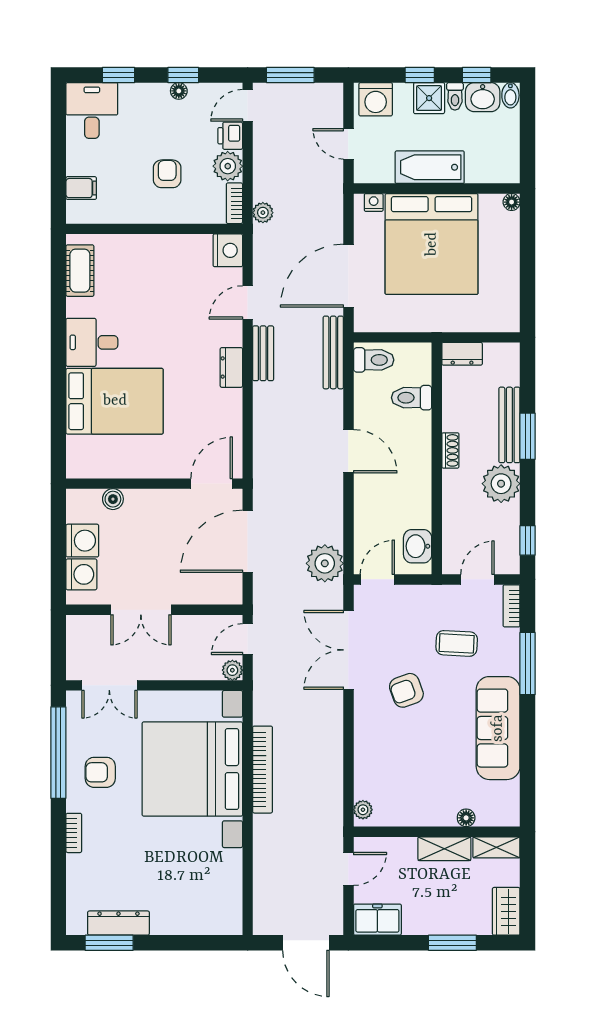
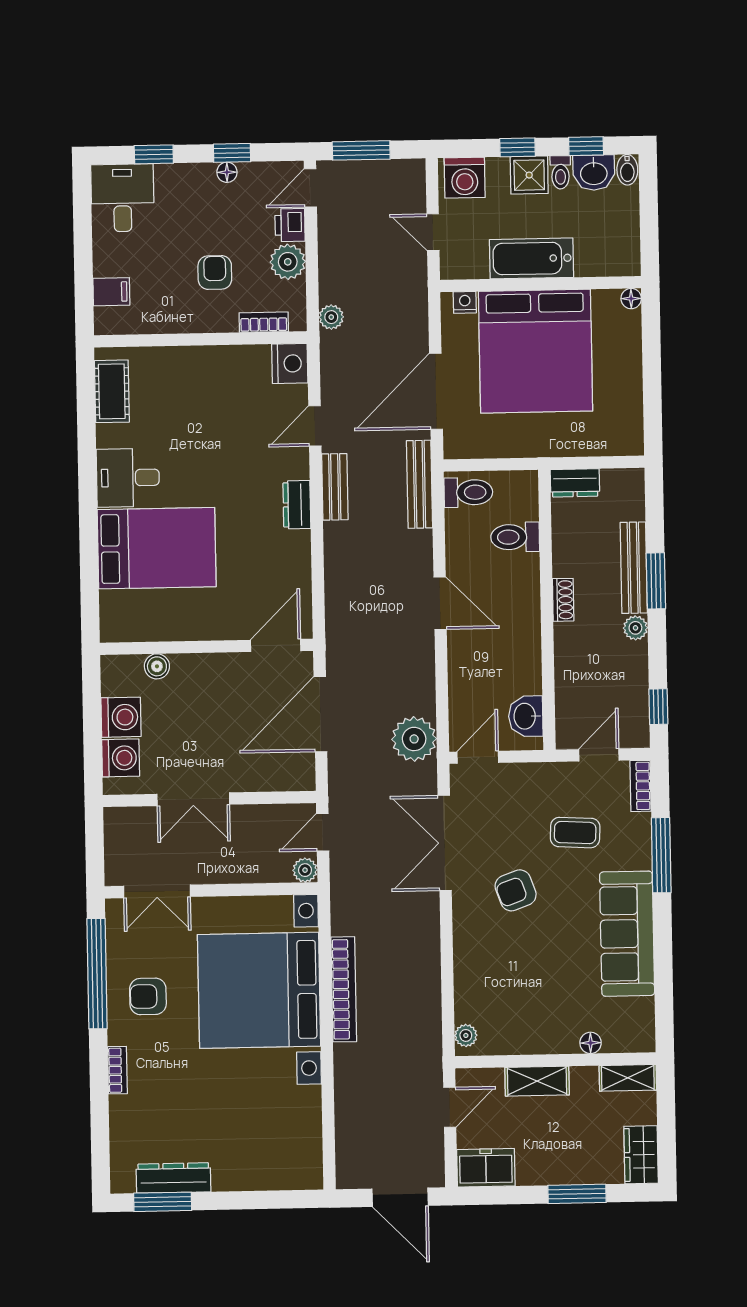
bookcase: (234, 203) -> (264, 322), moved, turned 90
plant: (501, 484) -> (635, 628), width x0.53, depth x0.53
shelving: (444, 849) -> (537, 1081), moved

